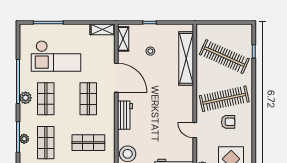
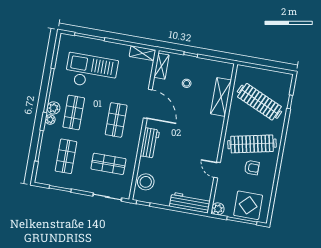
checkout: (56, 56) -> (91, 72), turned 180
shelving: (186, 58) -> (221, 97), width x0.68
plant: (24, 139) -> (50, 120), moved

